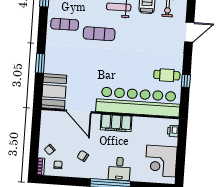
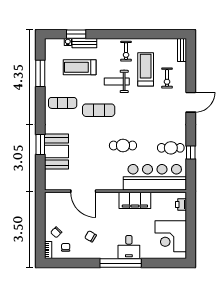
cafe table: (120, 70) -> (123, 145), added
booth: (54, 91) -> (57, 152), moved
bar counter: (138, 102) -> (155, 177), width x0.73
filing cabinet: (116, 123) -> (135, 200), moved

